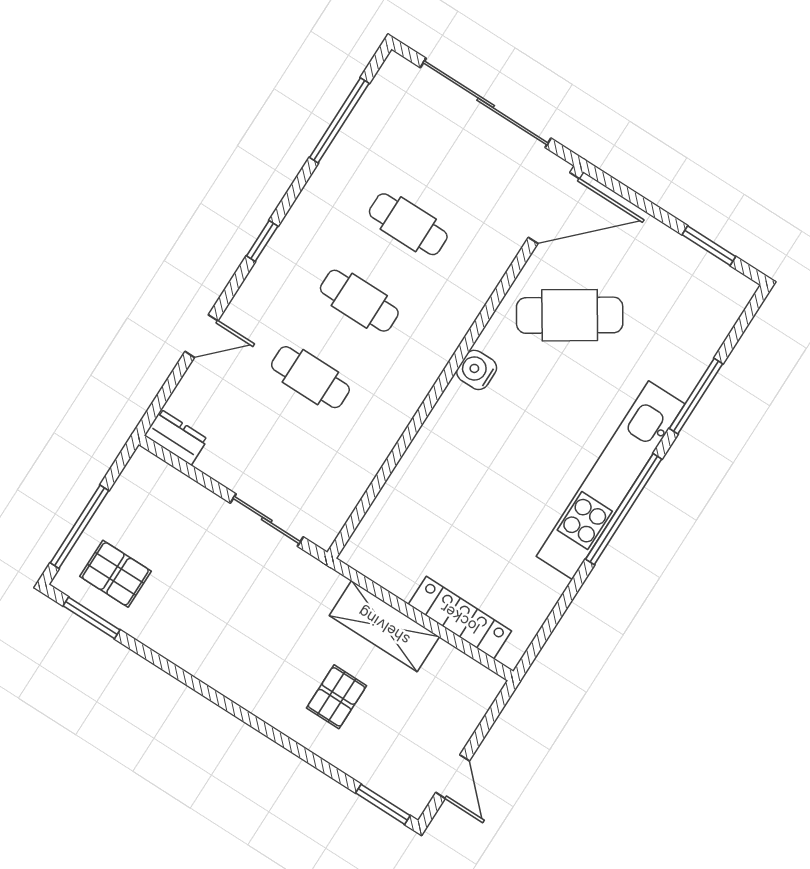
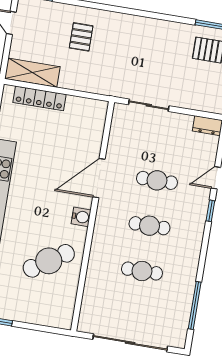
door: (554, 208) -> (99, 178), moved
window: (262, 241) -> (210, 211), moved
shelving: (384, 626) -> (32, 73), moved

